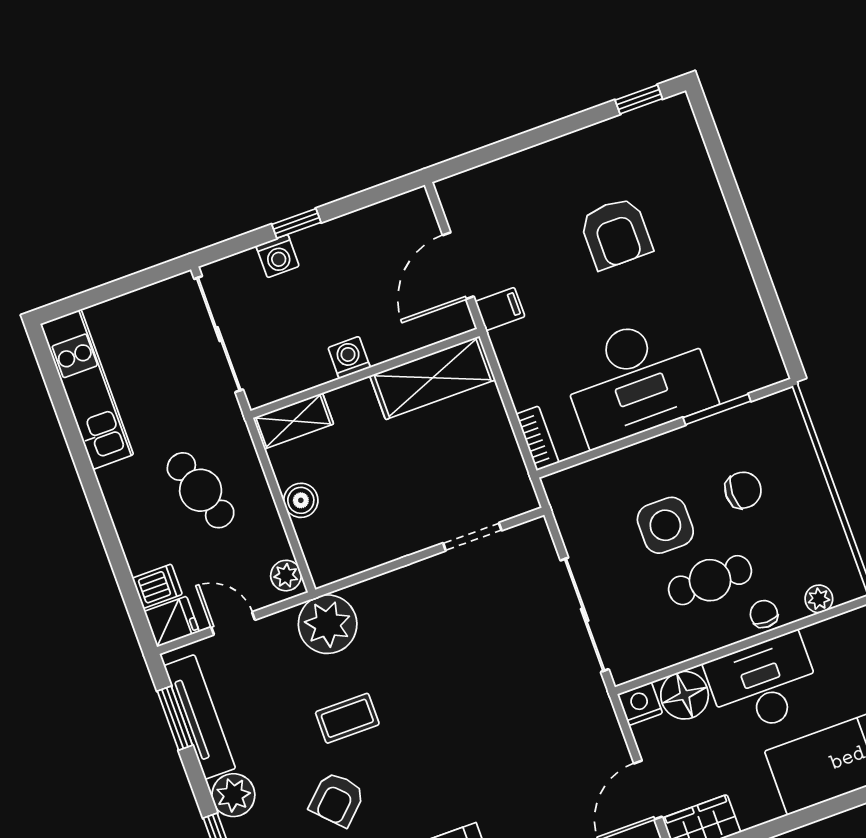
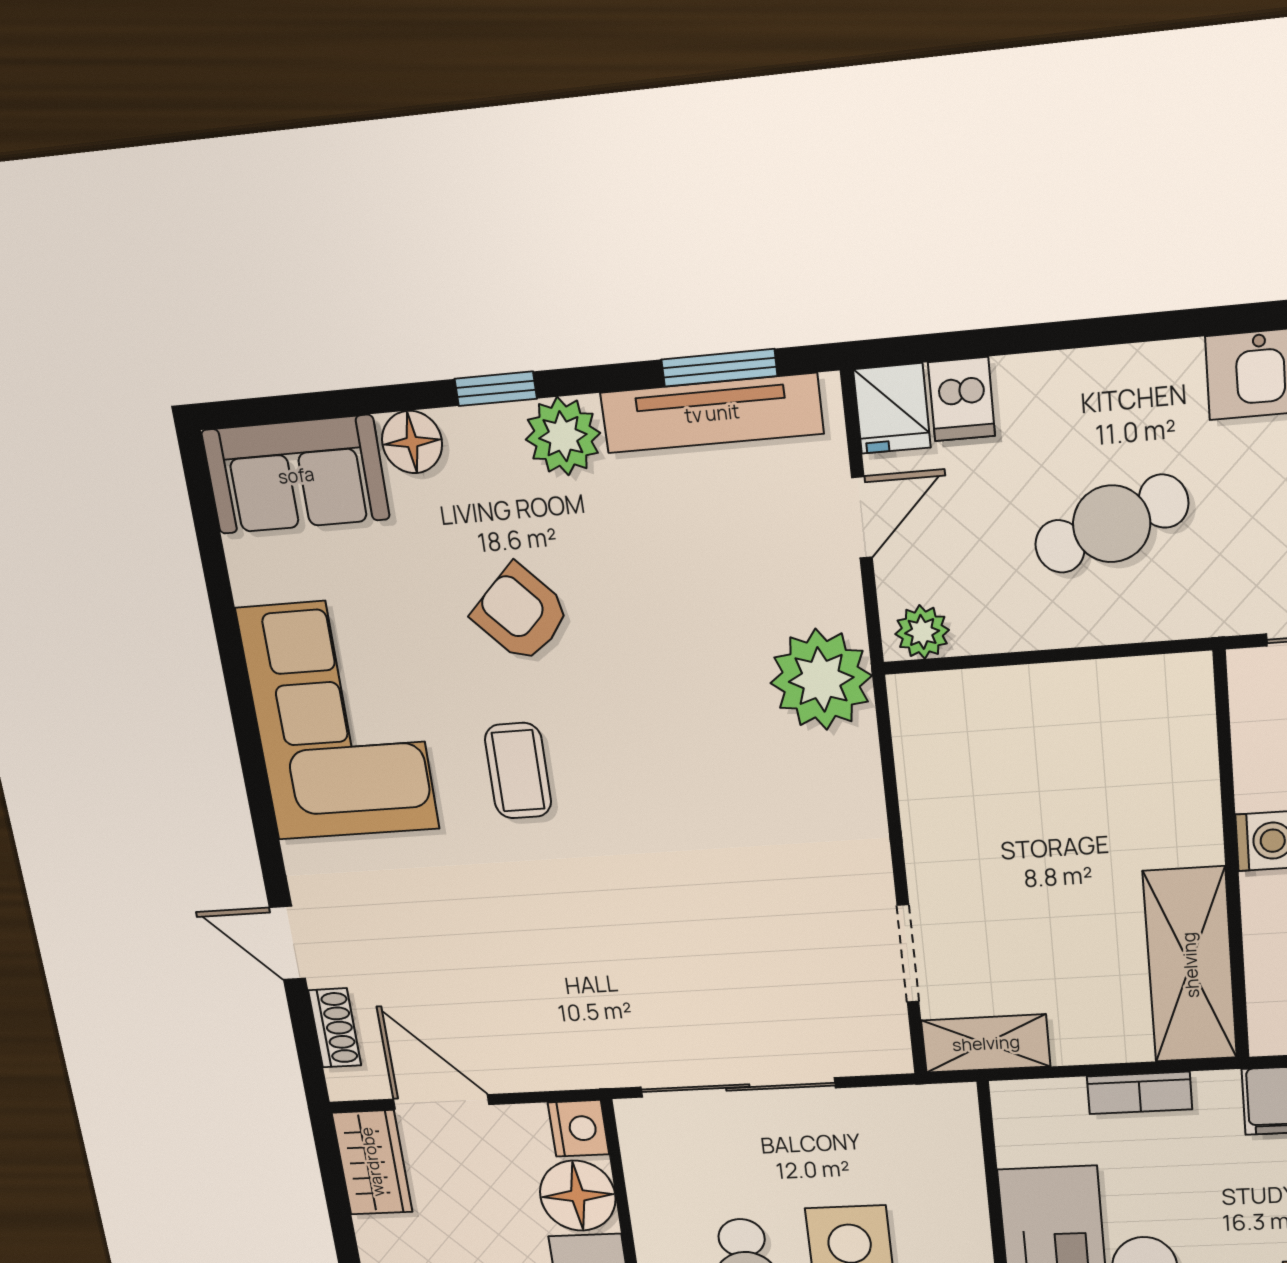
shelving: (293, 421) -> (986, 1043), moved, turned 90
bookcase: (537, 438) -> (1140, 1093), moved
boiler: (301, 500) -> (1045, 693), removed
coffee table: (347, 718) -> (518, 771), moved

